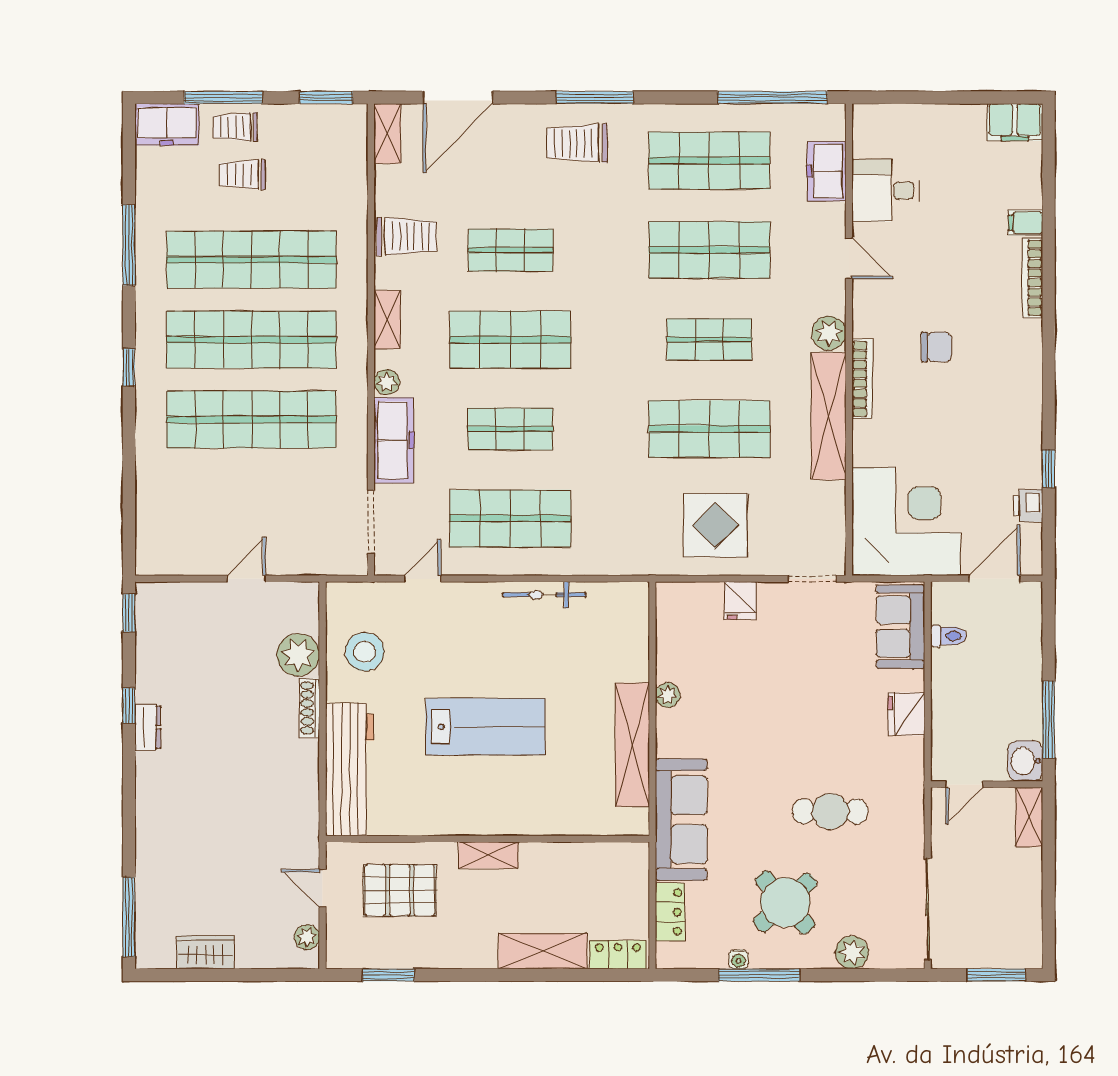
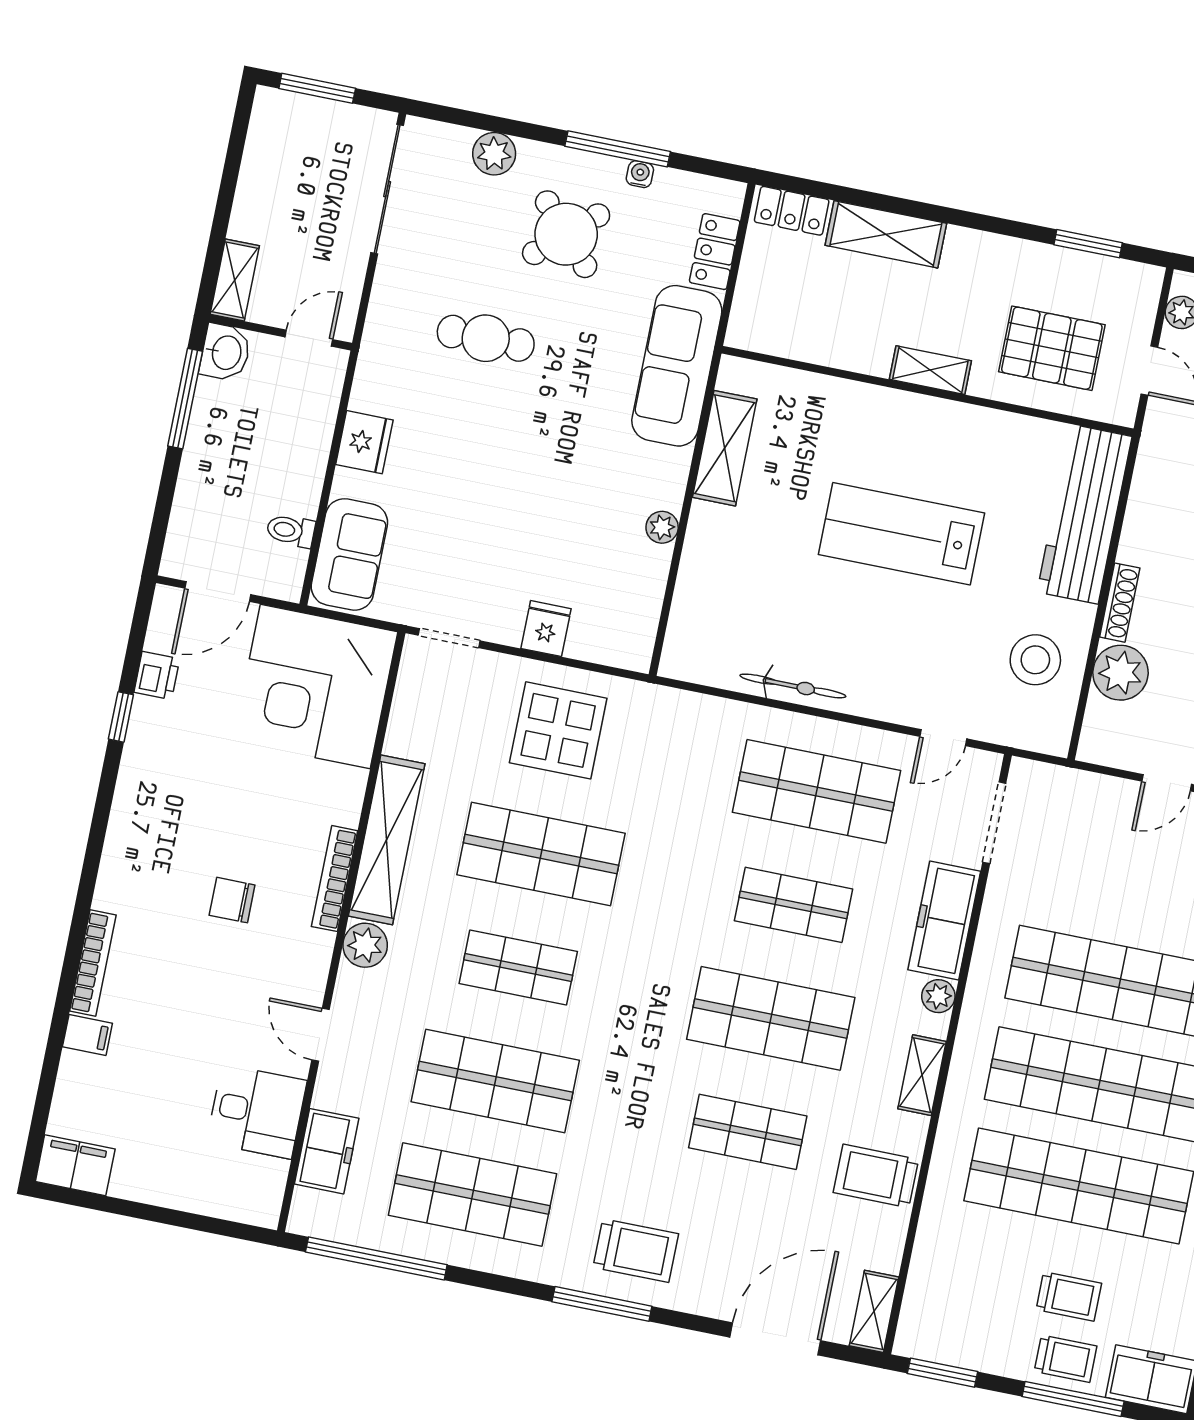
shelving: (632, 745) -> (725, 448), width x0.68

